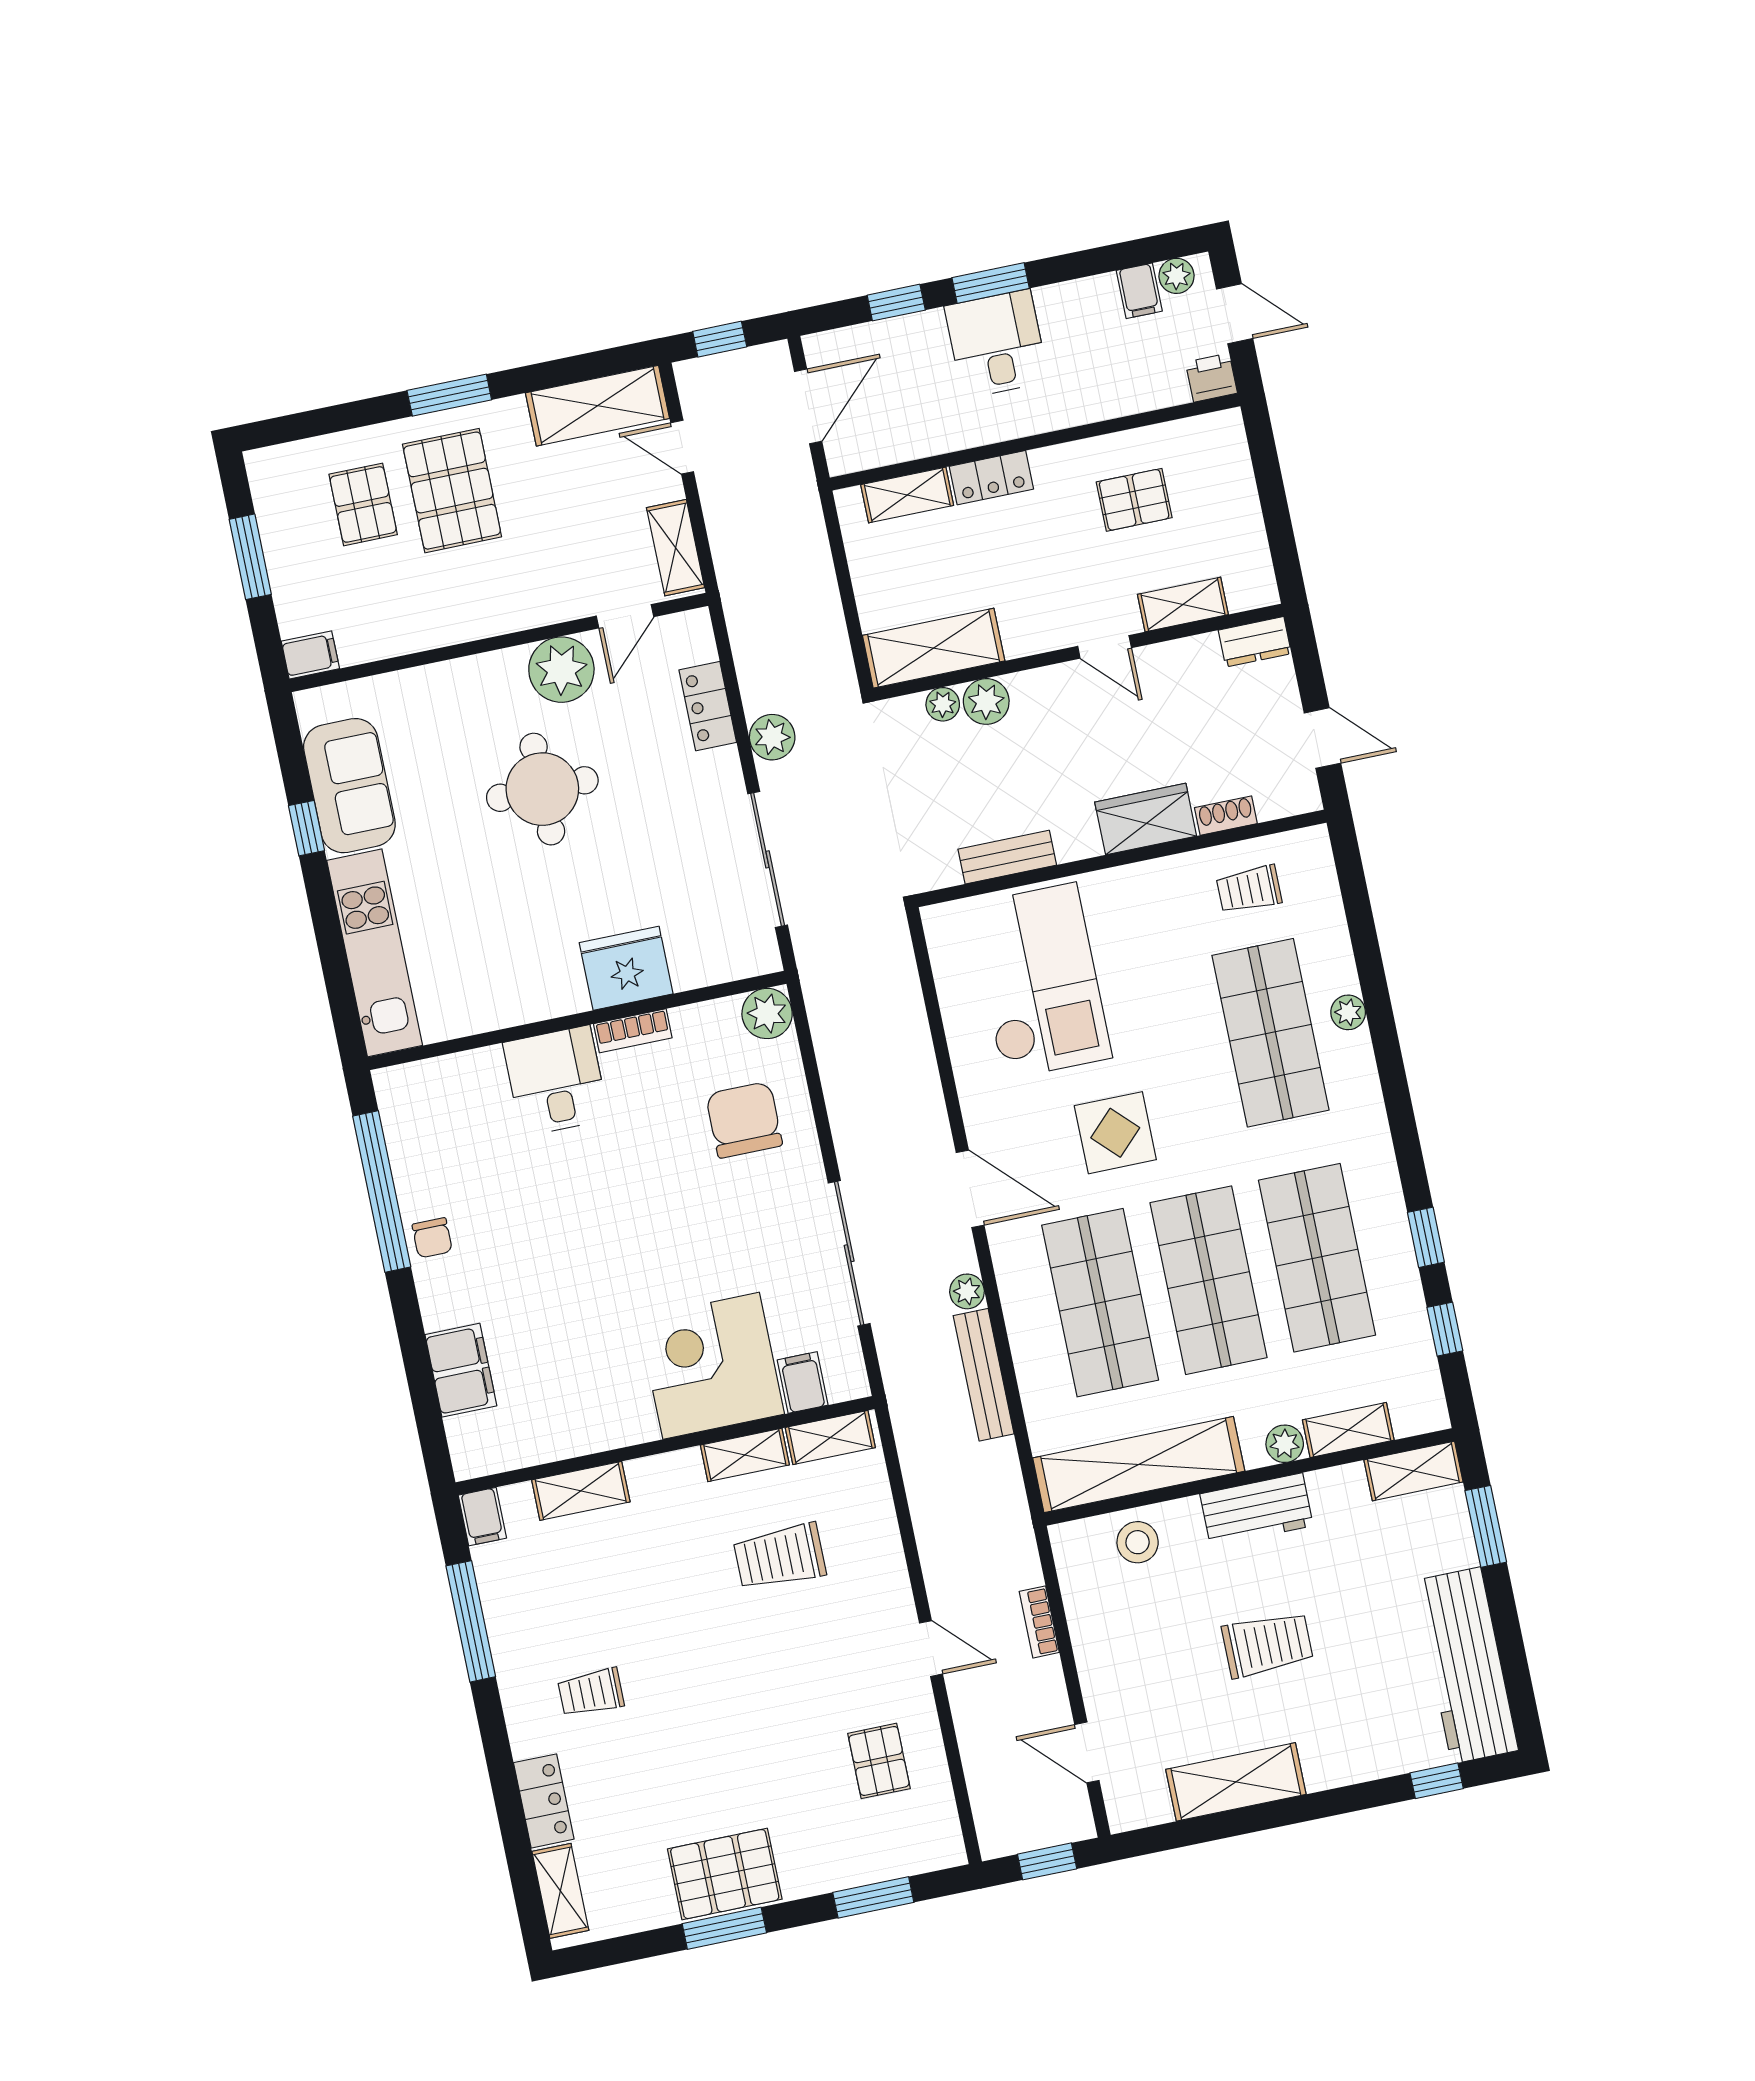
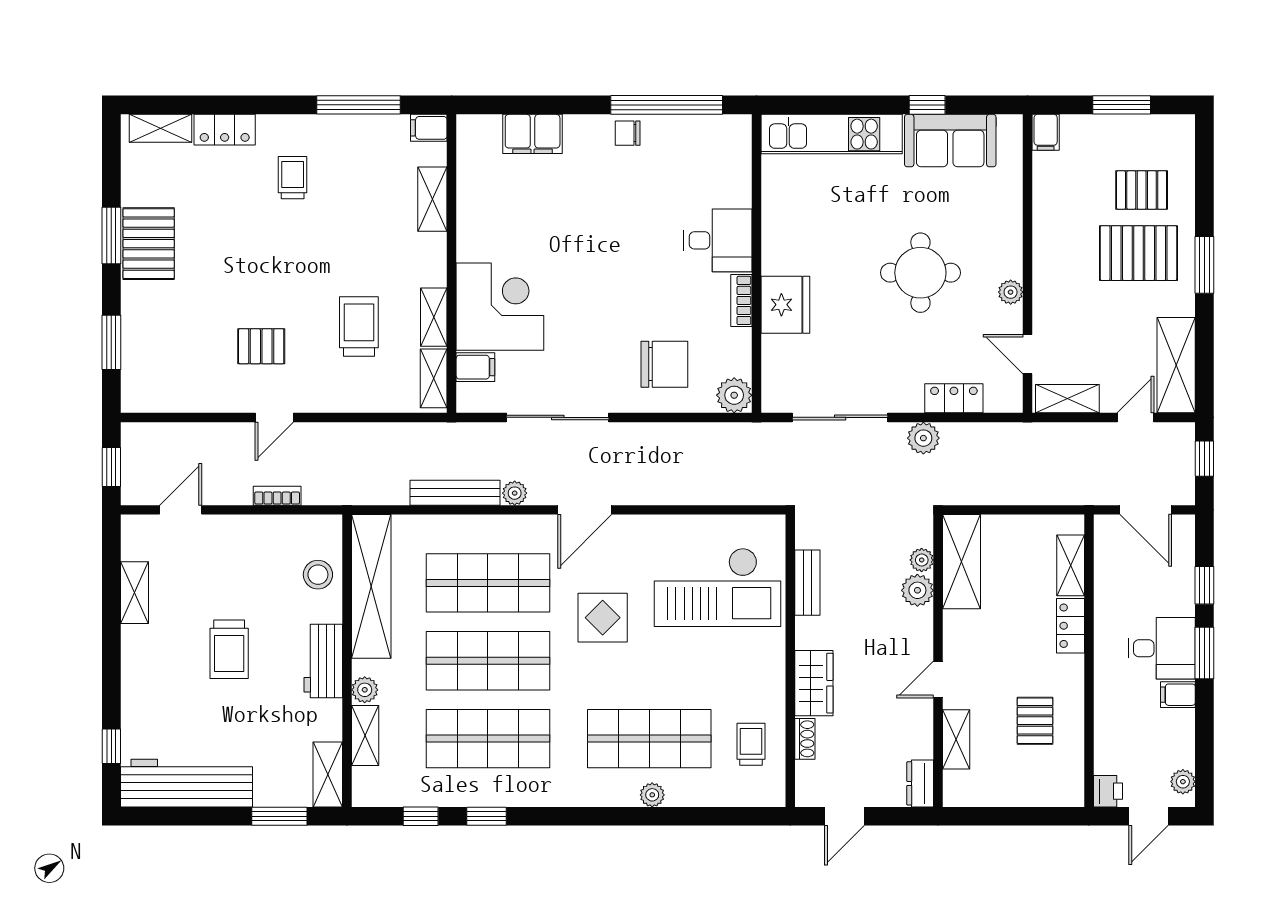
filing cabinet: (1139, 291) -> (1178, 695), moved
plant: (561, 670) -> (1011, 292), width x0.53, depth x0.53
pallet: (879, 1761) -> (261, 346), moved
shelving: (1236, 1782) -> (135, 593), width x0.67, depth x0.75

